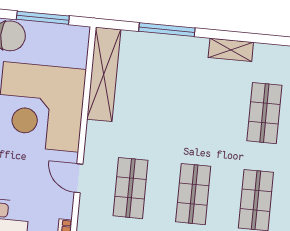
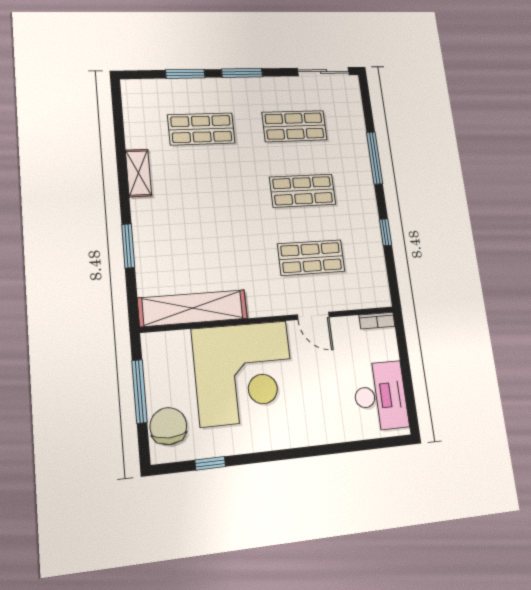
window: (167, 30) -> (128, 246), width x0.69
door: (78, 178) -> (313, 316), hinge flipped

